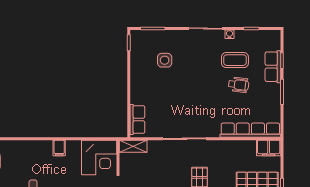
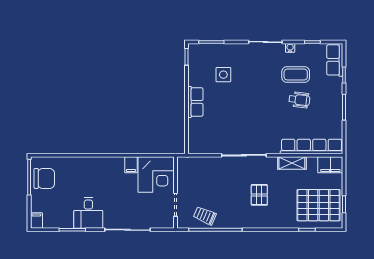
row of seats: (273, 67) -> (335, 60), moved
row of seats: (137, 120) -> (195, 102), moved
shelving: (133, 146) -> (292, 163), moved
filing cabinet: (59, 148) -> (131, 165), moved

